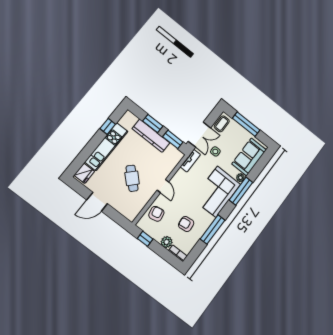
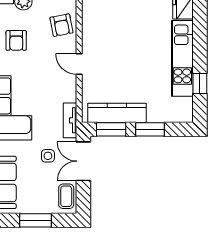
window: (246, 124) -> (36, 220), width x0.69
kitchen counter: (151, 136) -> (117, 113), moved
cafe table: (132, 178) -> (123, 45), removed
armchair: (186, 224) -> (16, 40), turned 97

